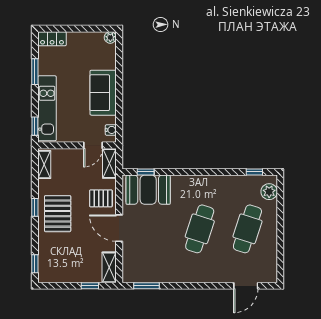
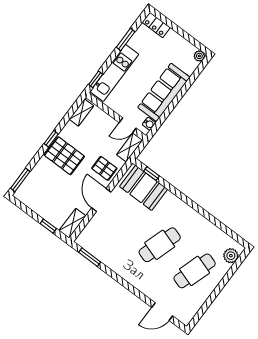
sofa: (103, 93) -> (164, 92), width x1.36
window: (254, 172) -> (231, 233), removed
pallet: (58, 214) -> (64, 156), turned 90
window: (35, 264) -> (20, 180), width x1.50

